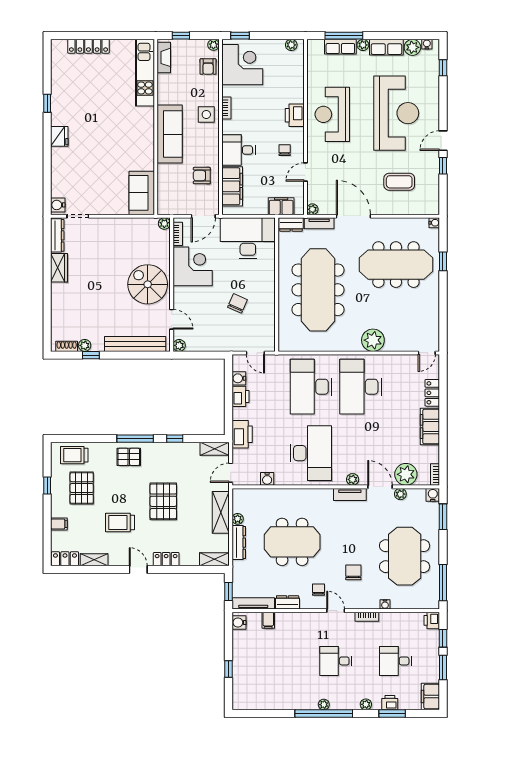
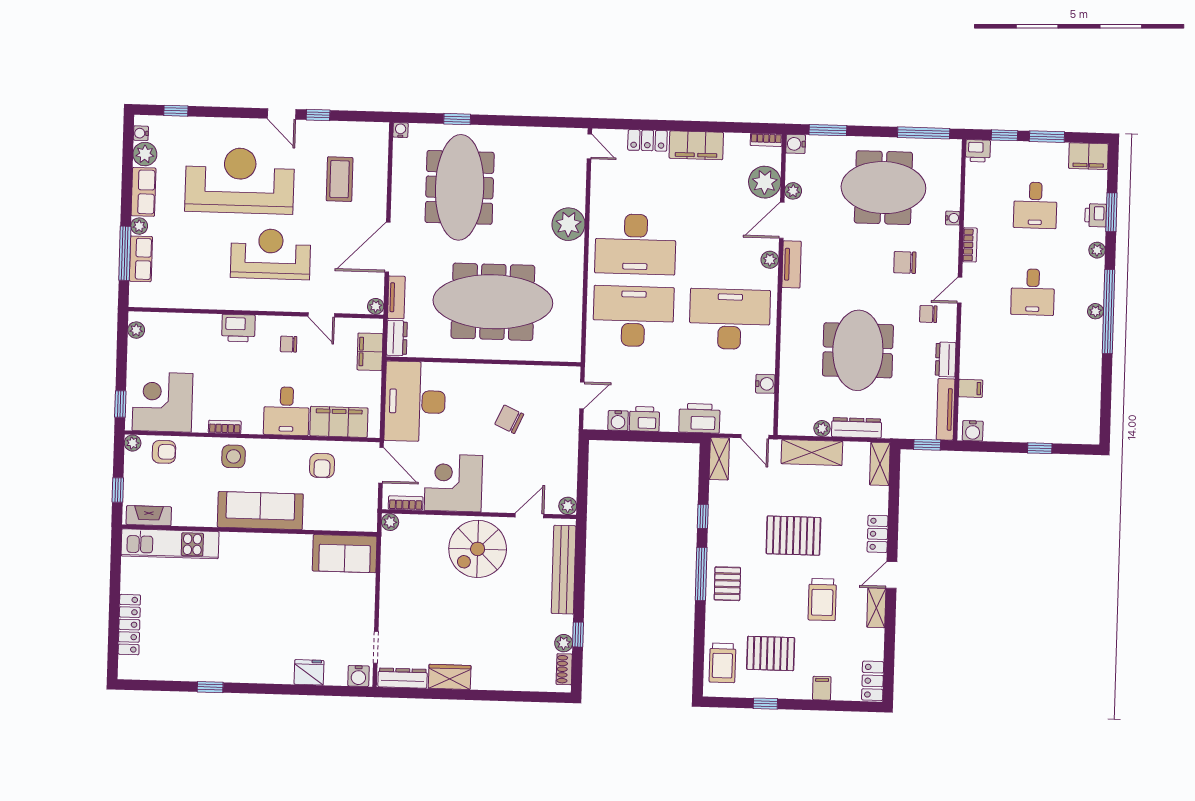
reception desk: (332, 114) -> (271, 254), moved, turned 180
fridge: (59, 136) -> (309, 672), moved
desk: (311, 387) -> (633, 316), turned 180
shelving: (94, 560) -> (876, 608), moved

